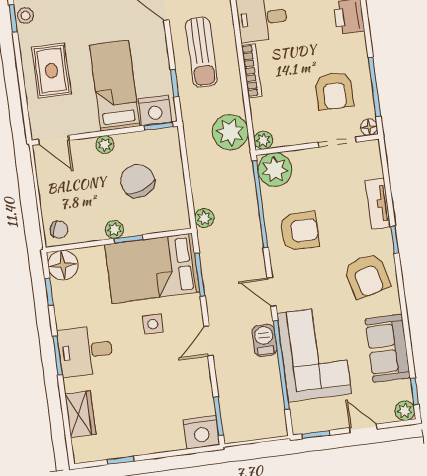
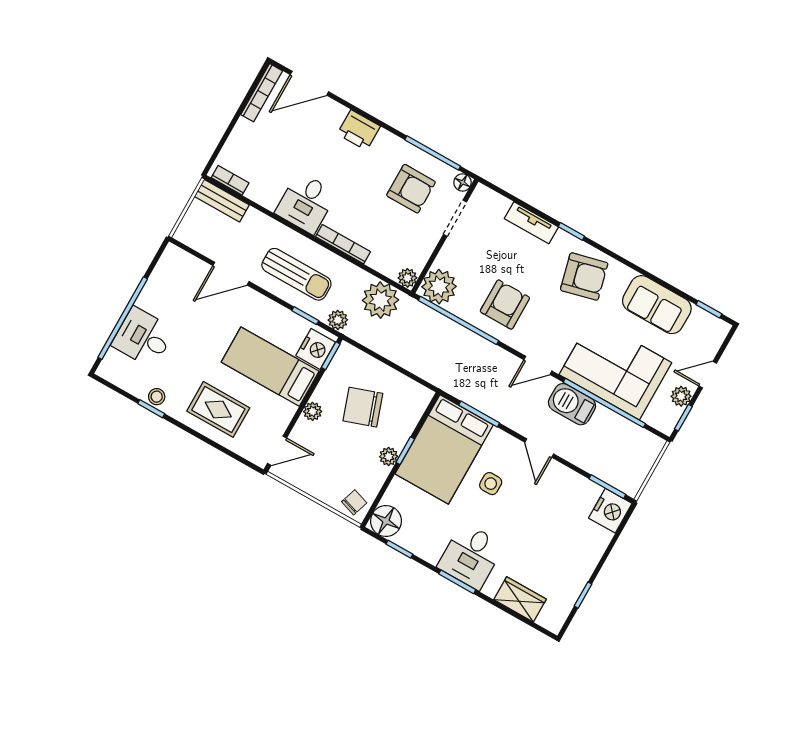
plant: (204, 218) -> (338, 320), moved
barbecue: (264, 340) -> (572, 404), width x1.38, depth x1.27
plant: (405, 411) -> (681, 396), moved

